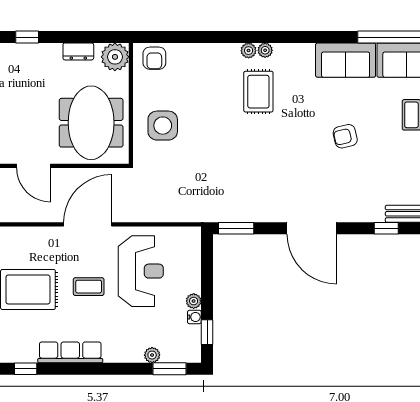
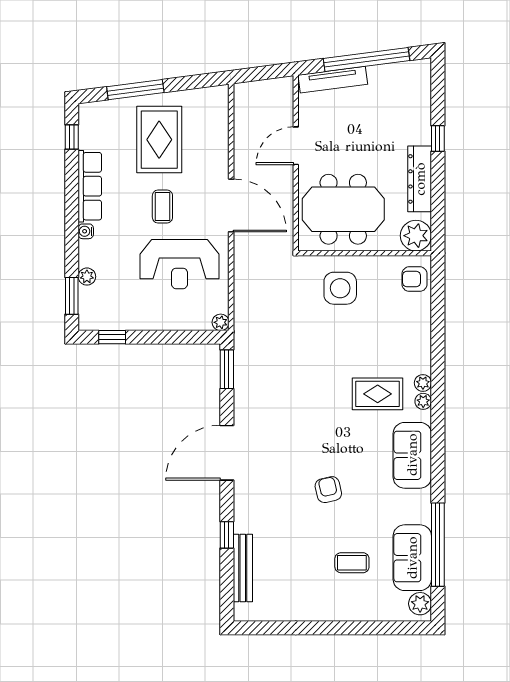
dresser: (78, 51) -> (420, 179), width x1.96, depth x1.24
sofa: (346, 60) -> (412, 455), moved
plant: (194, 301) -> (221, 322), moved
water cooler: (194, 317) -> (86, 231), moved, turned 90

